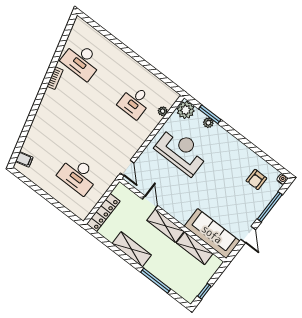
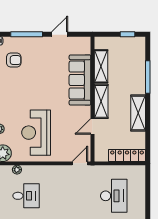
sofa: (212, 234) -> (80, 80), moved

